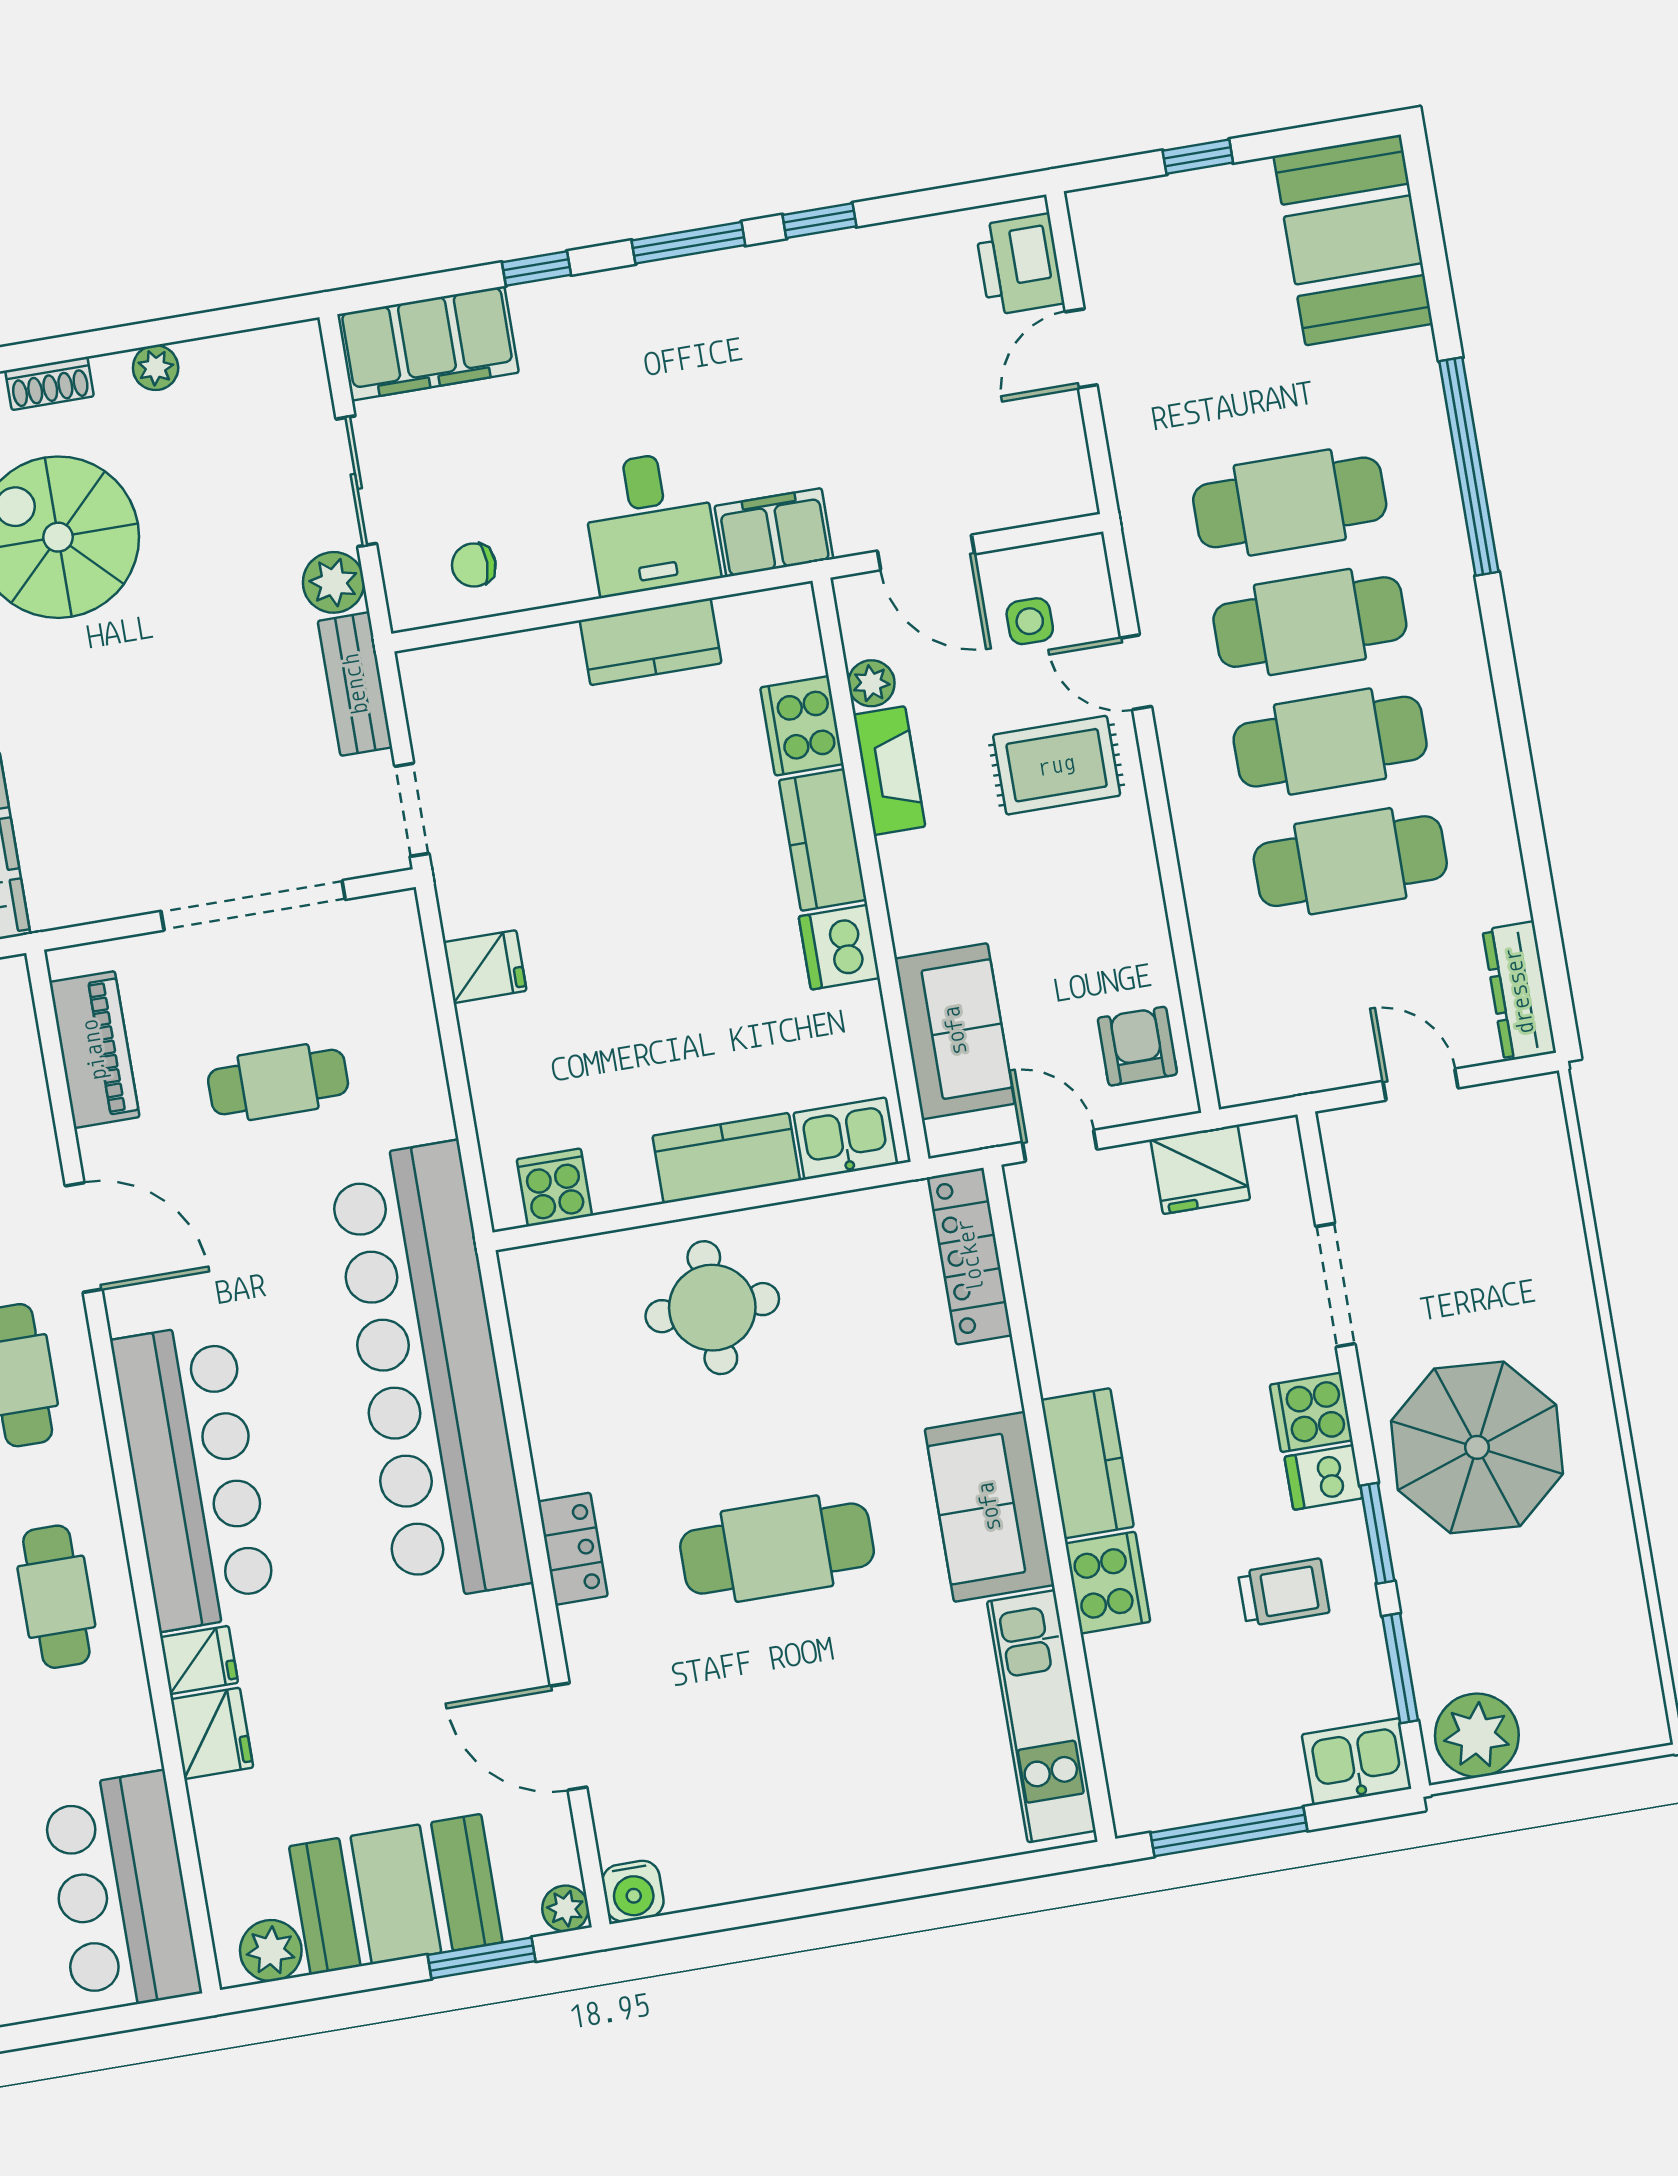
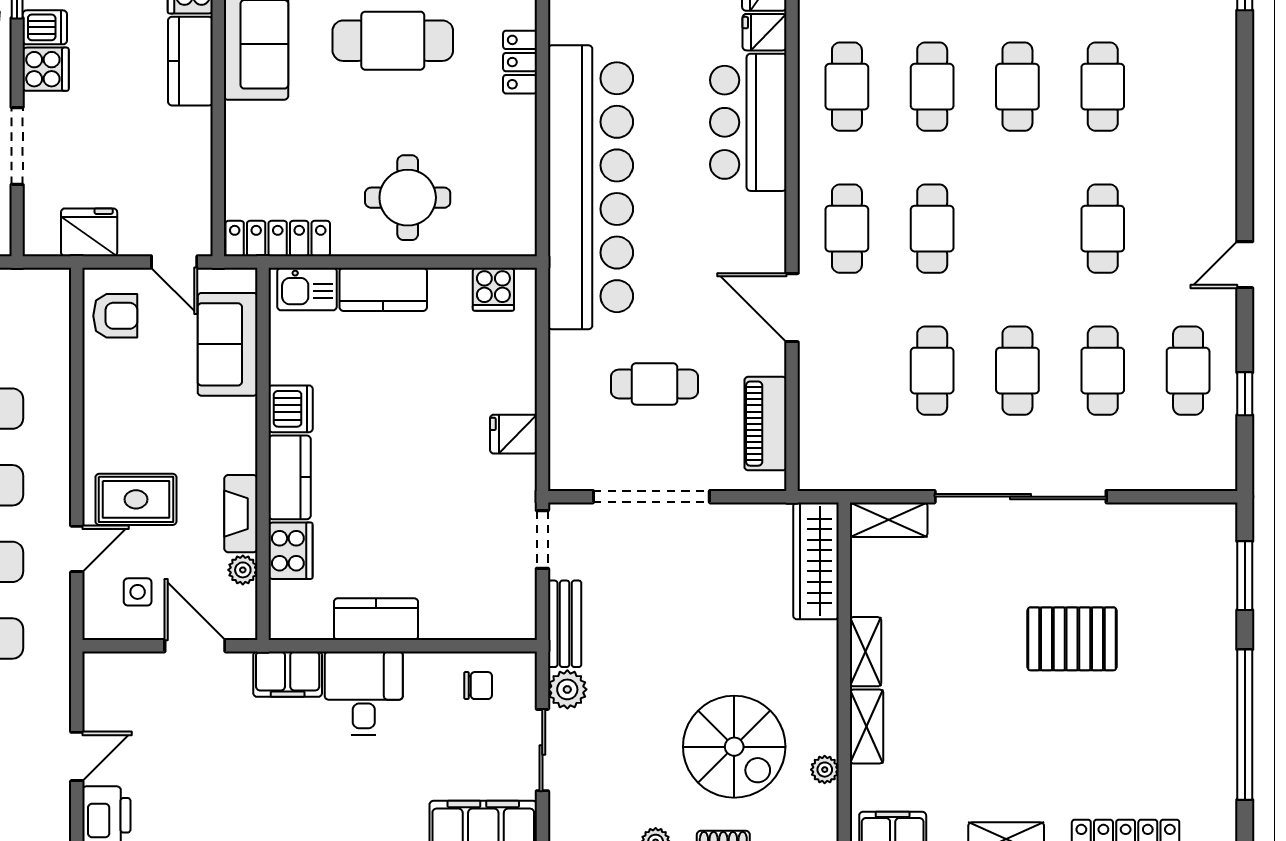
door: (1136, 672) -> (77, 549), hinge flipped
armchair: (1137, 1046) -> (115, 316), turned -90
locker: (970, 1256) -> (278, 239), moved, turned -90
bar counter: (194, 1476) -> (748, 122), width x0.73

